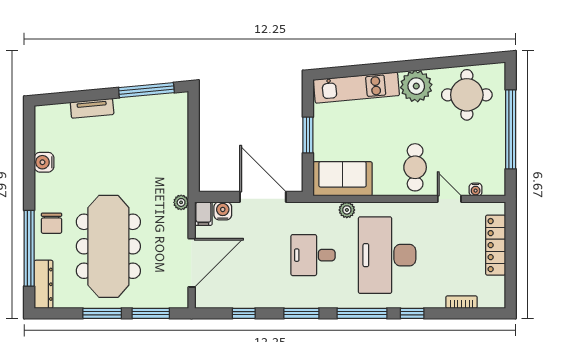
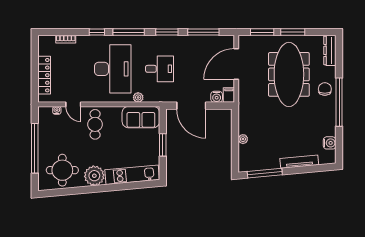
tv unit: (92, 108) -> (299, 162), width x1.41
water cooler: (44, 162) -> (330, 143), moved
plant: (181, 202) -> (243, 139), moved
window: (29, 248) -> (339, 102), moved
window: (244, 313) -> (203, 32), width x2.17

